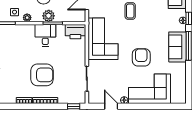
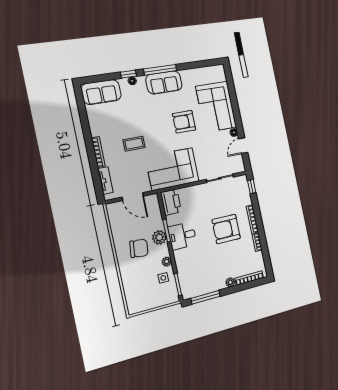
armchair: (42, 75) -> (226, 229), turned -90

